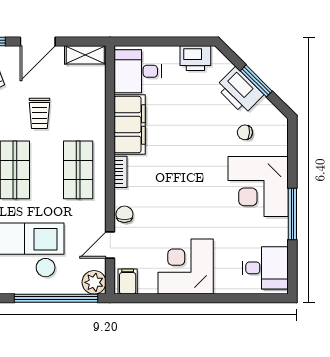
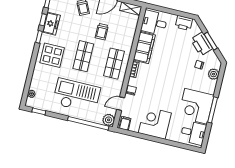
plant: (277, 144) -> (214, 74), added
corner desk: (258, 187) -> (196, 106), moved

